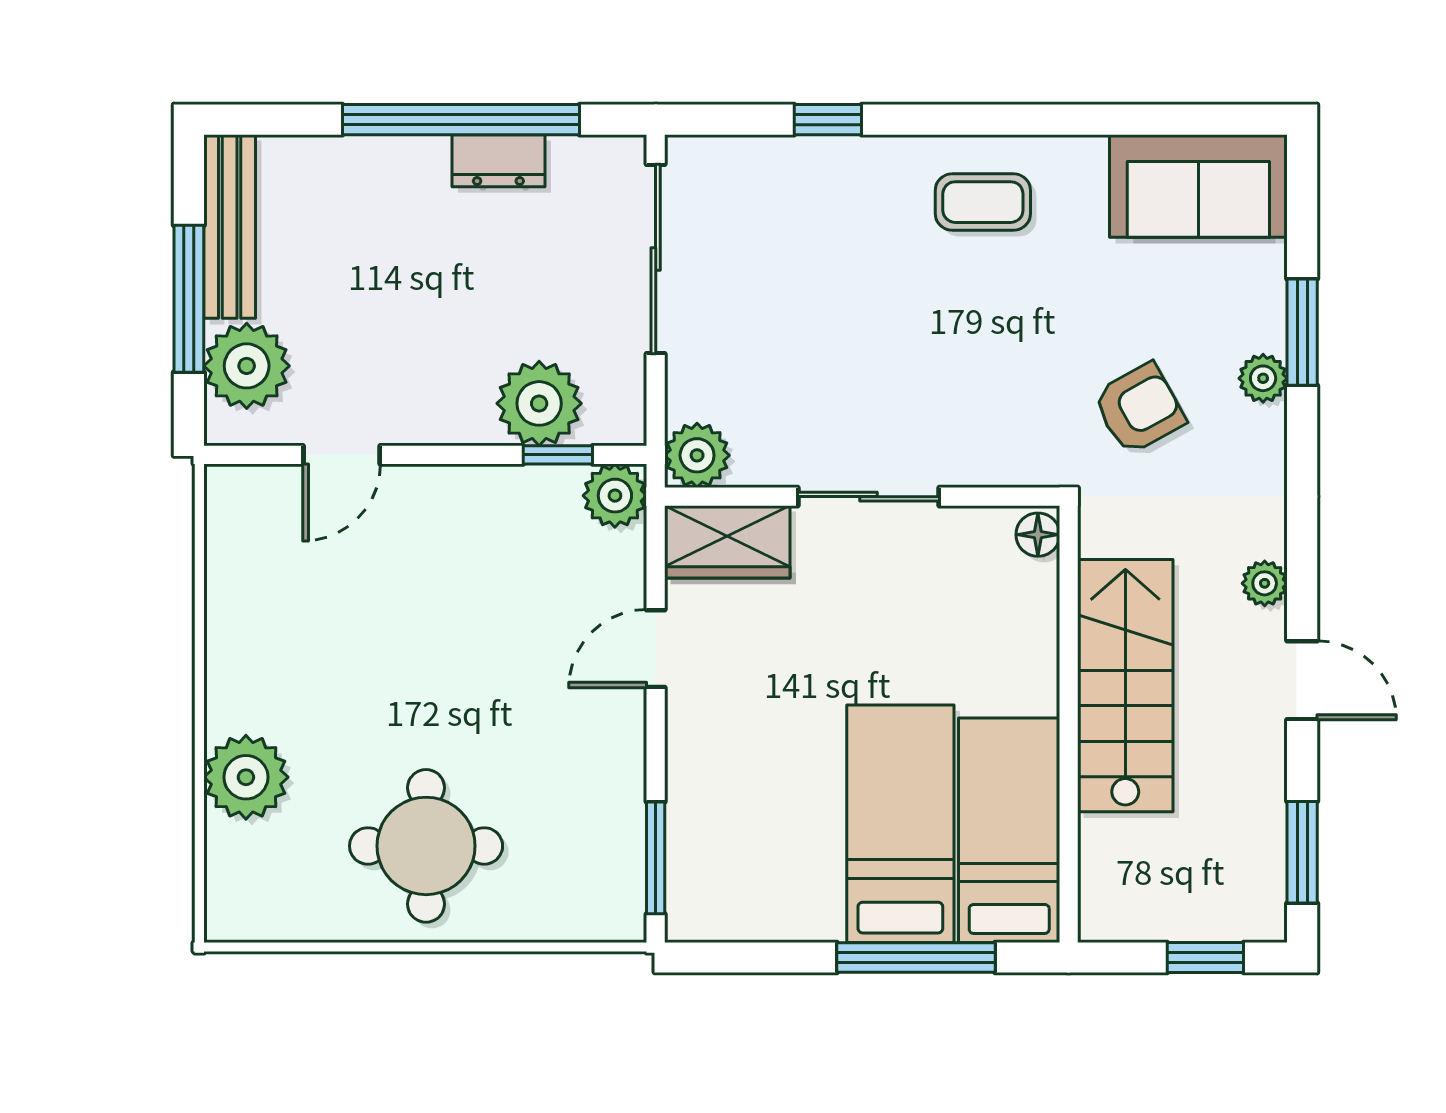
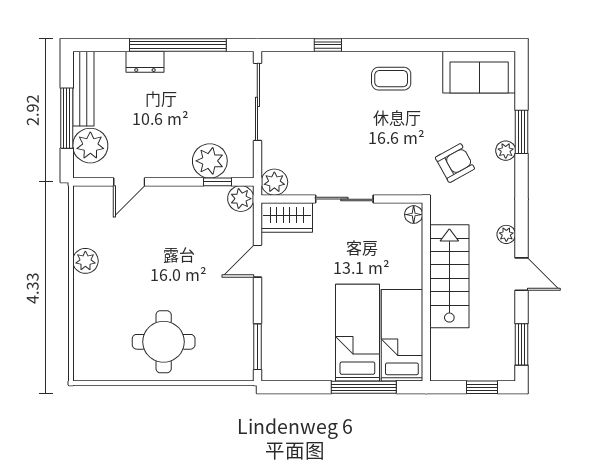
dresser: (498, 161) -> (145, 62), moved
plant: (246, 777) -> (85, 261), moved, width x0.73, depth x0.73

